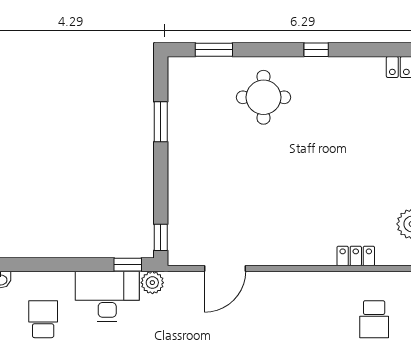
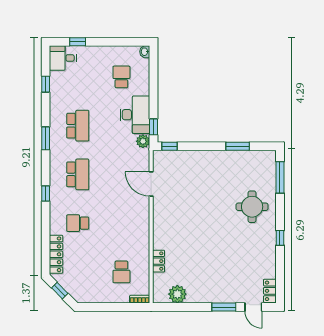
window: (214, 50) -> (280, 177), width x1.44
school desk: (43, 319) -> (121, 77), turned -90
school desk: (374, 319) -> (121, 272), turned -90

